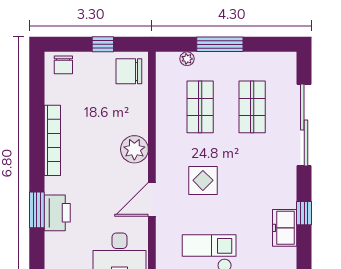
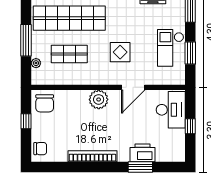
shop shelf: (252, 107) -> (69, 18), width x2.00, depth x1.36
door: (152, 199) -> (133, 87), hinge flipped

